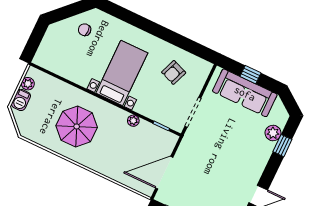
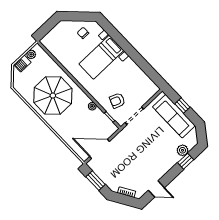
armchair: (174, 72) -> (117, 101), moved
bed with nightstands: (122, 73) -> (101, 57), moved, turned 180
parasol: (77, 126) -> (53, 96), width x1.36, depth x1.36

